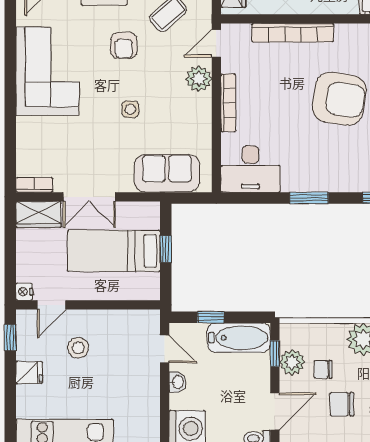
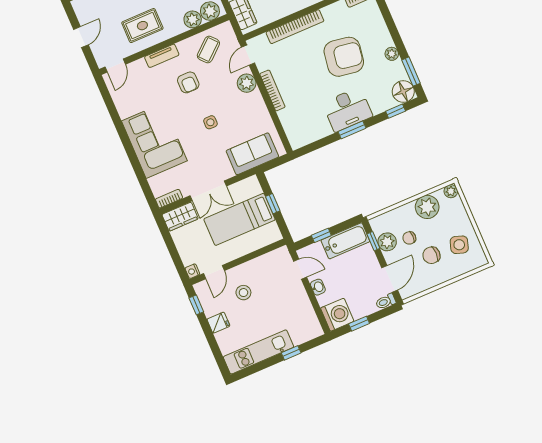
corner sofa: (47, 71) -> (154, 141), moved
desk: (250, 169) -> (347, 109), moved

